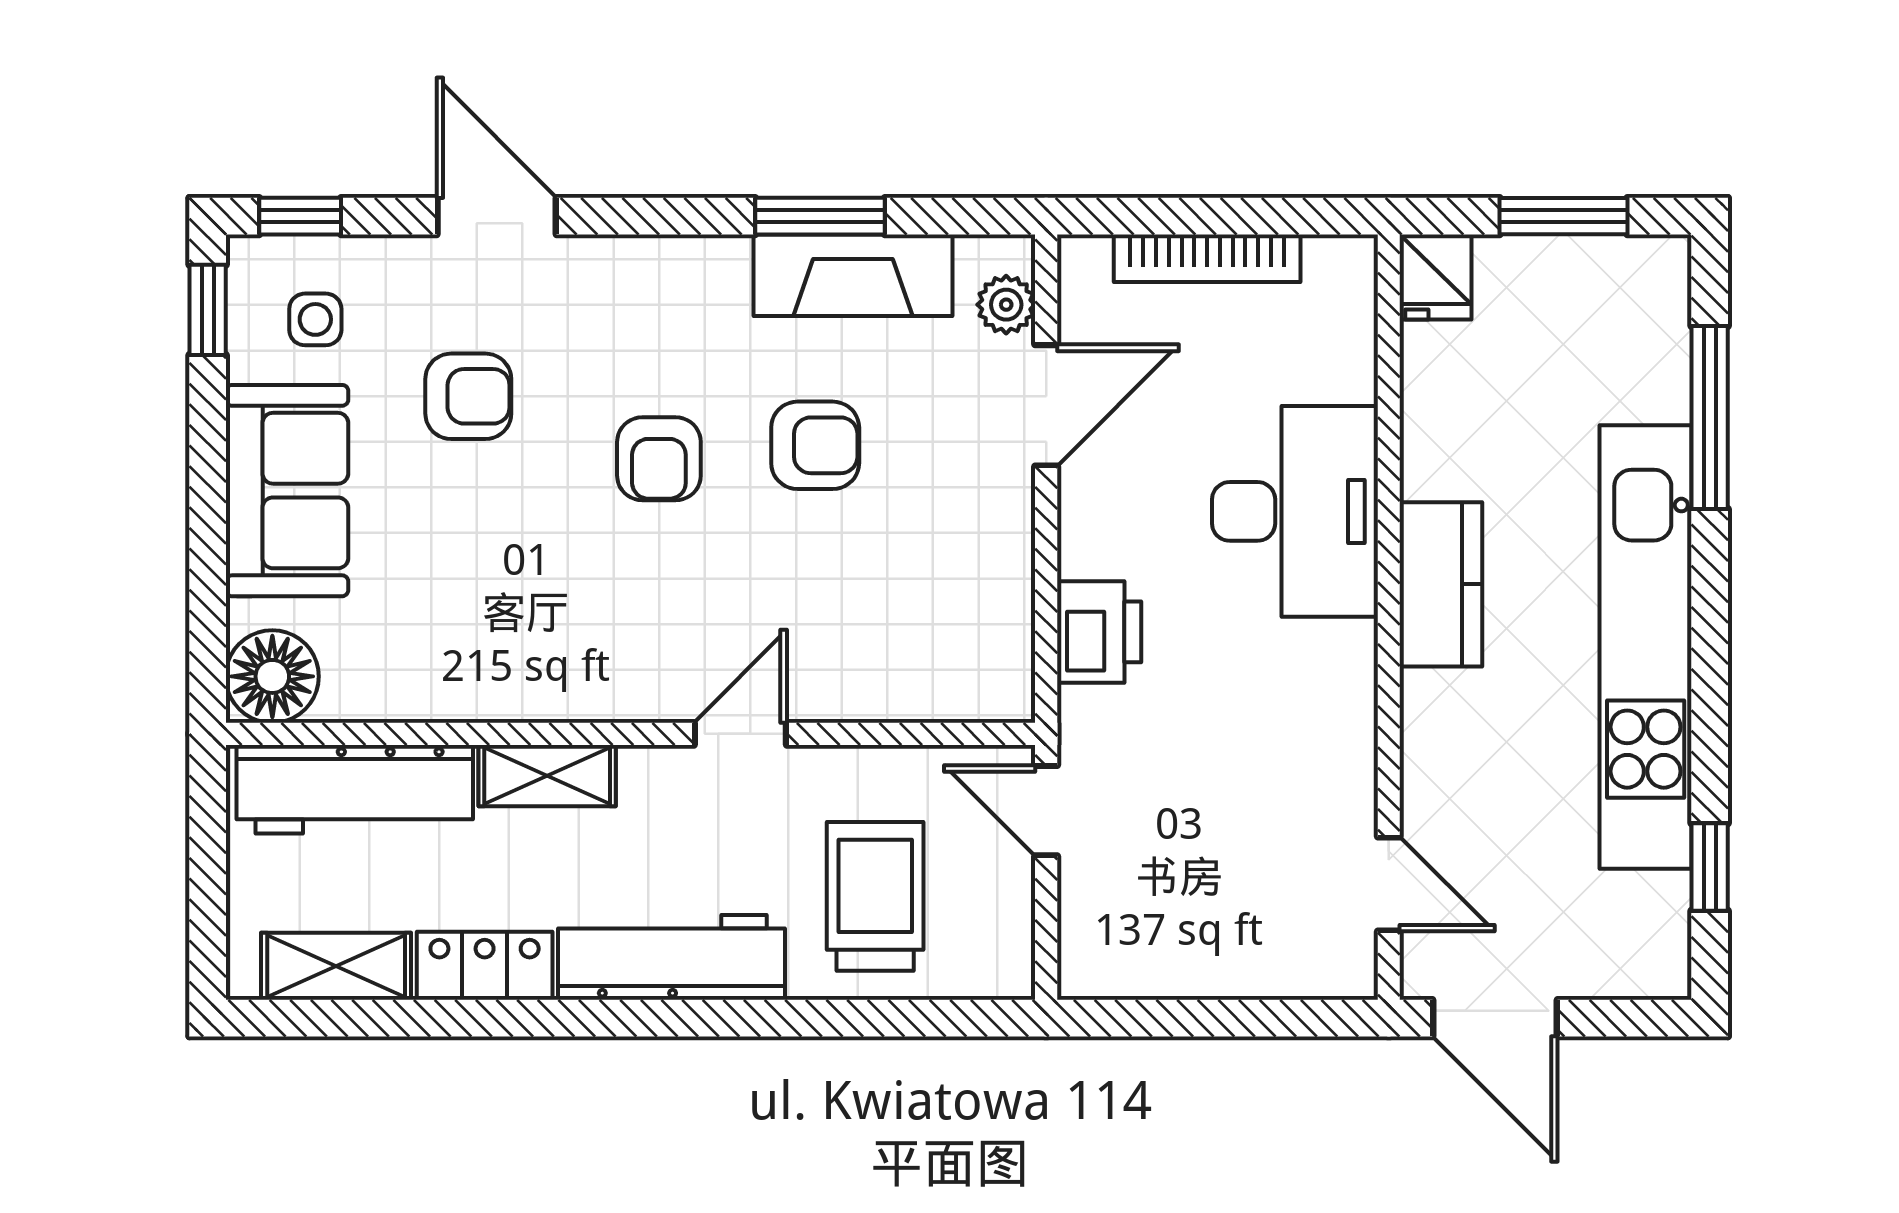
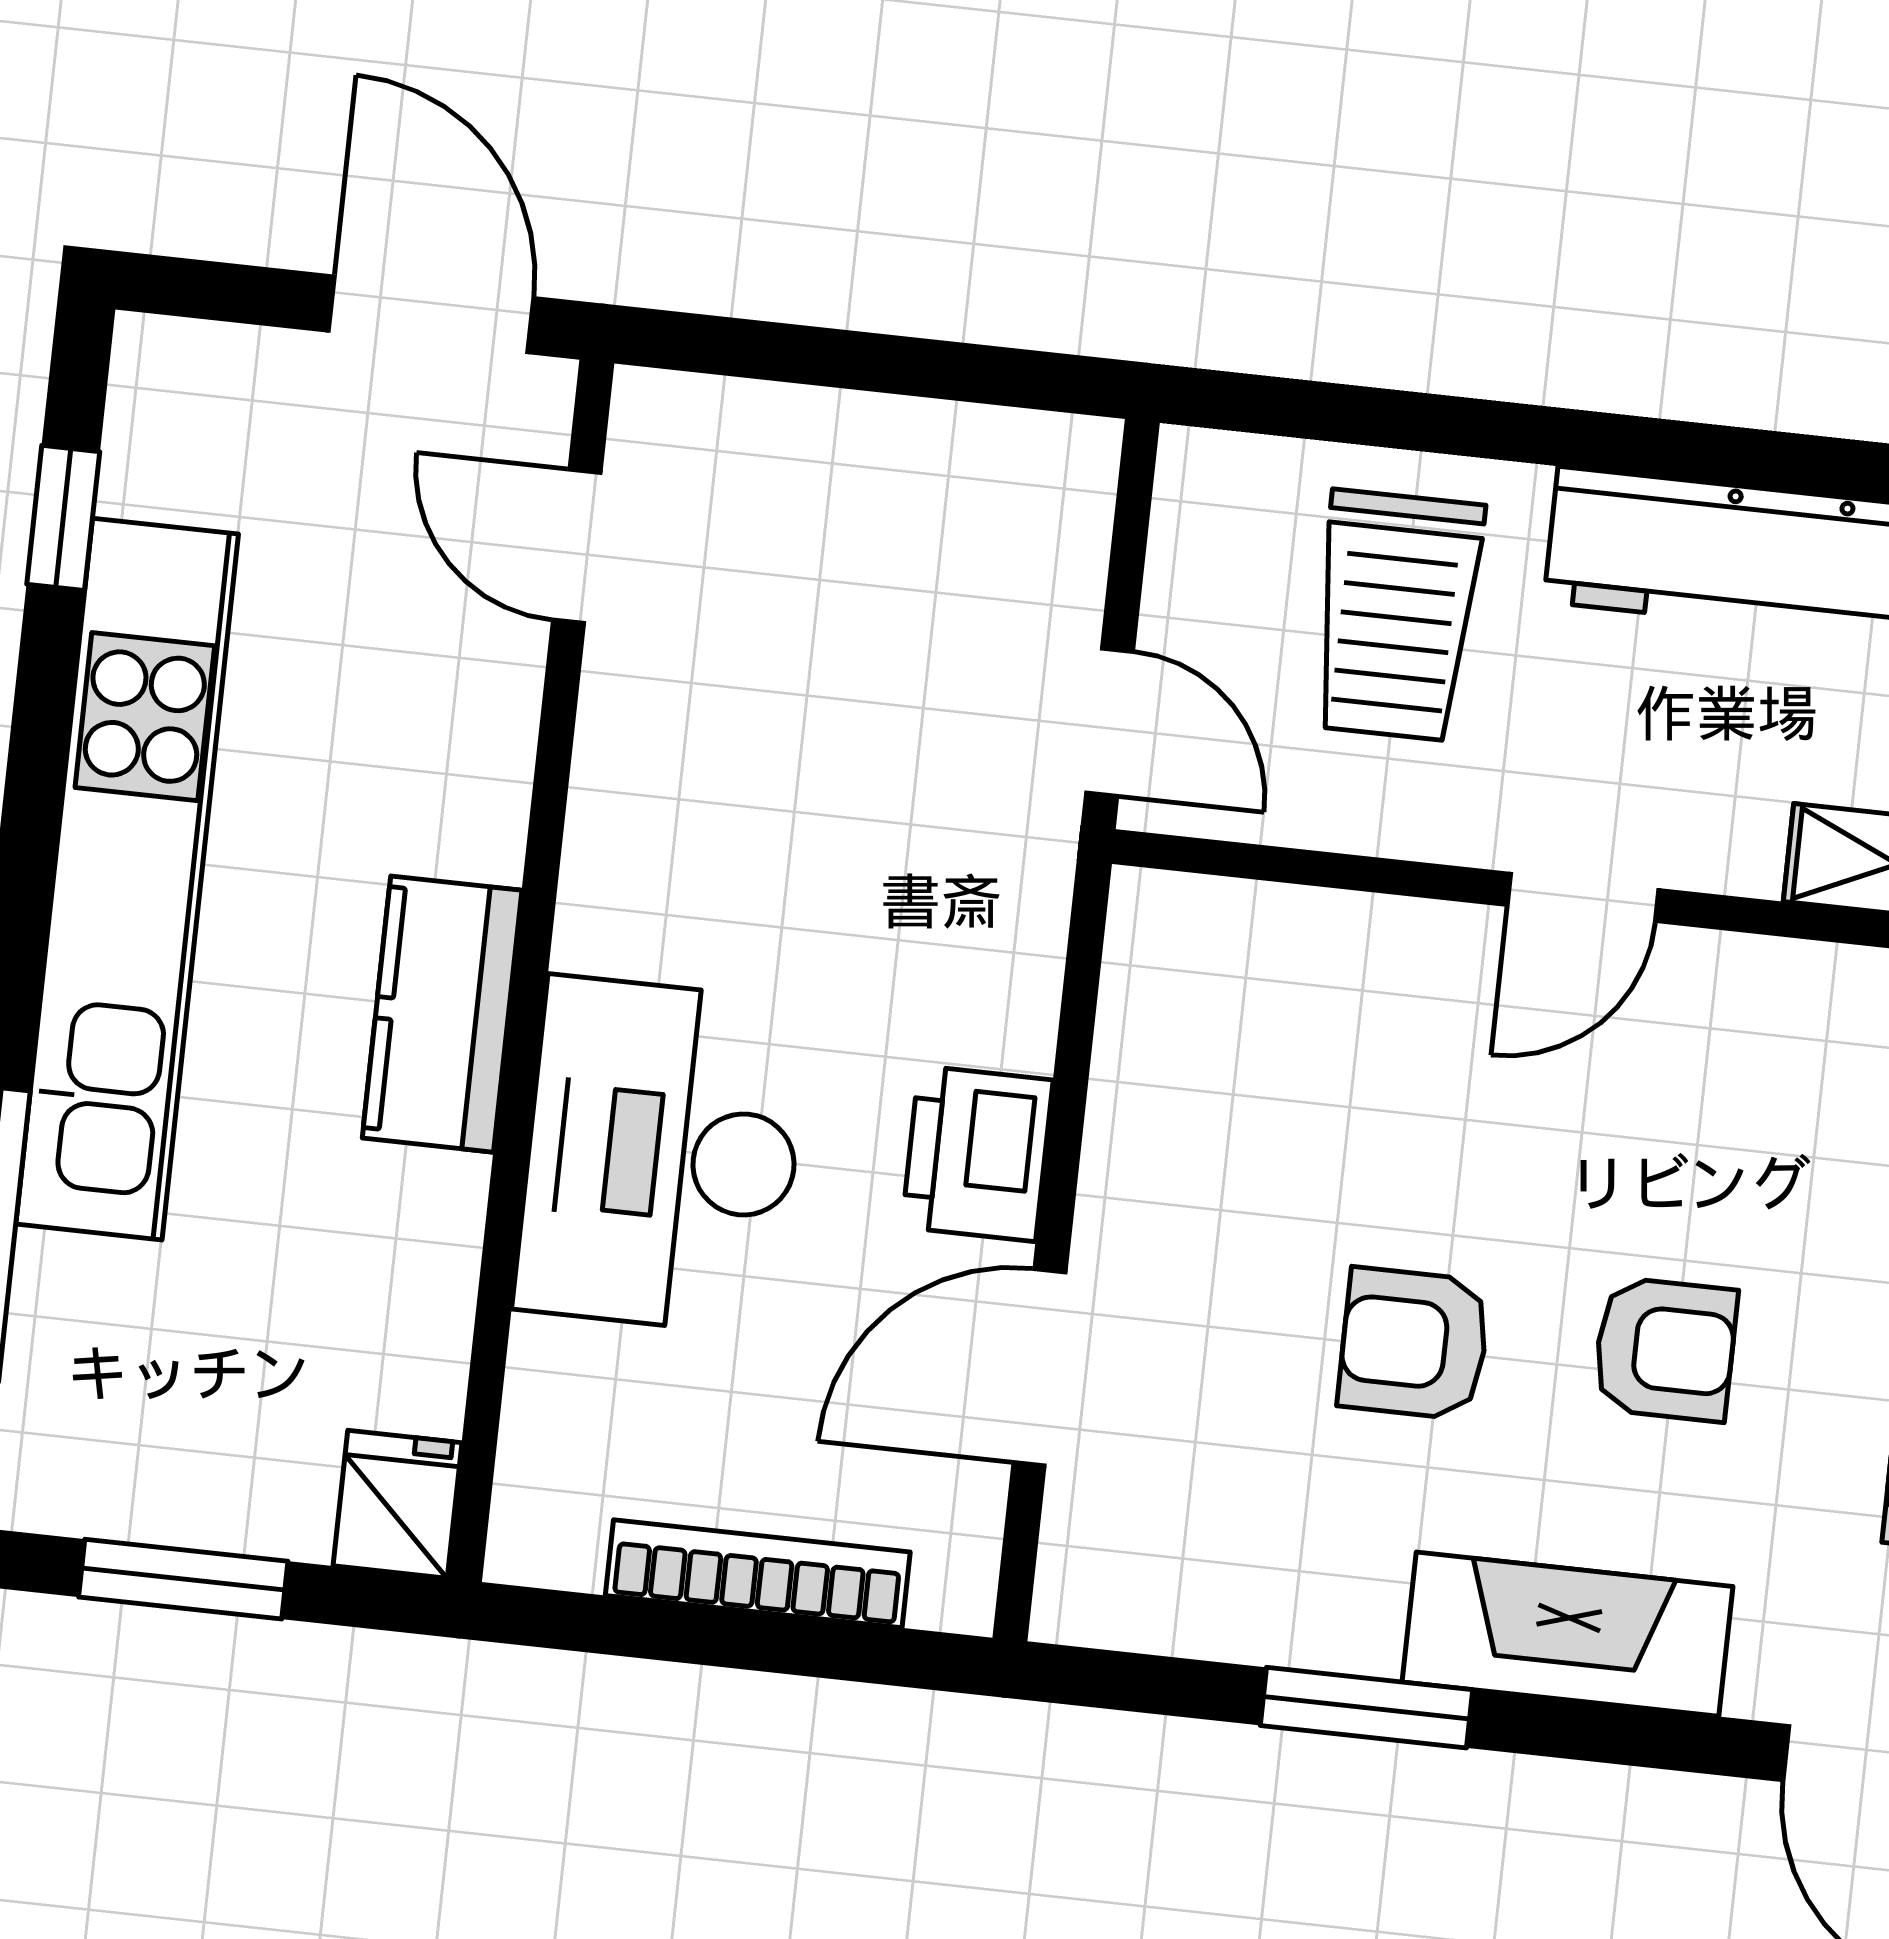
fireplace: (853, 275) -> (1567, 1634), moved
plant: (1006, 305) -> (1086, 1535), removed
armchair: (659, 459) -> (1665, 1349), turned 90
printer: (1099, 632) -> (977, 1154), moved

